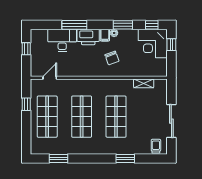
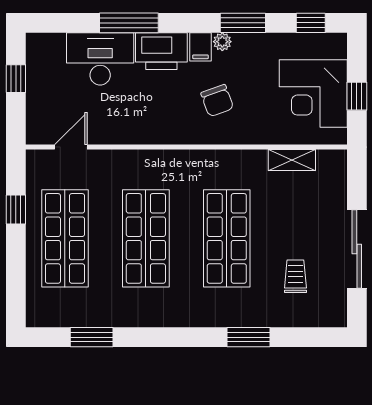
corner desk: (153, 43) -> (313, 94), moved
window: (171, 45) -> (357, 96), moved
trolley: (156, 146) -> (295, 276), moved

